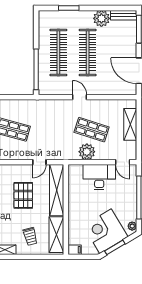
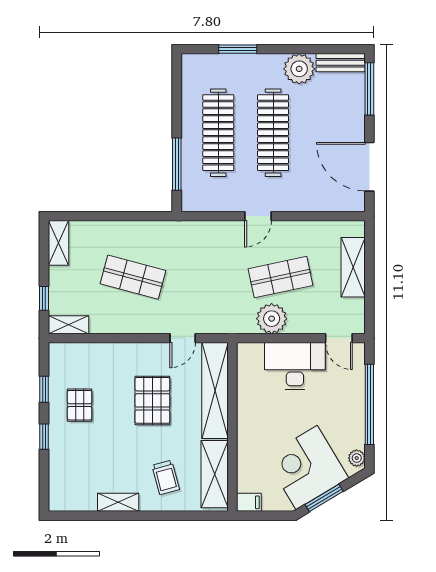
window: (36, 69) -> (177, 164), width x0.68
door: (80, 97) -> (258, 216), swing flipped
shop shelf: (92, 130) -> (280, 277), turned -30

